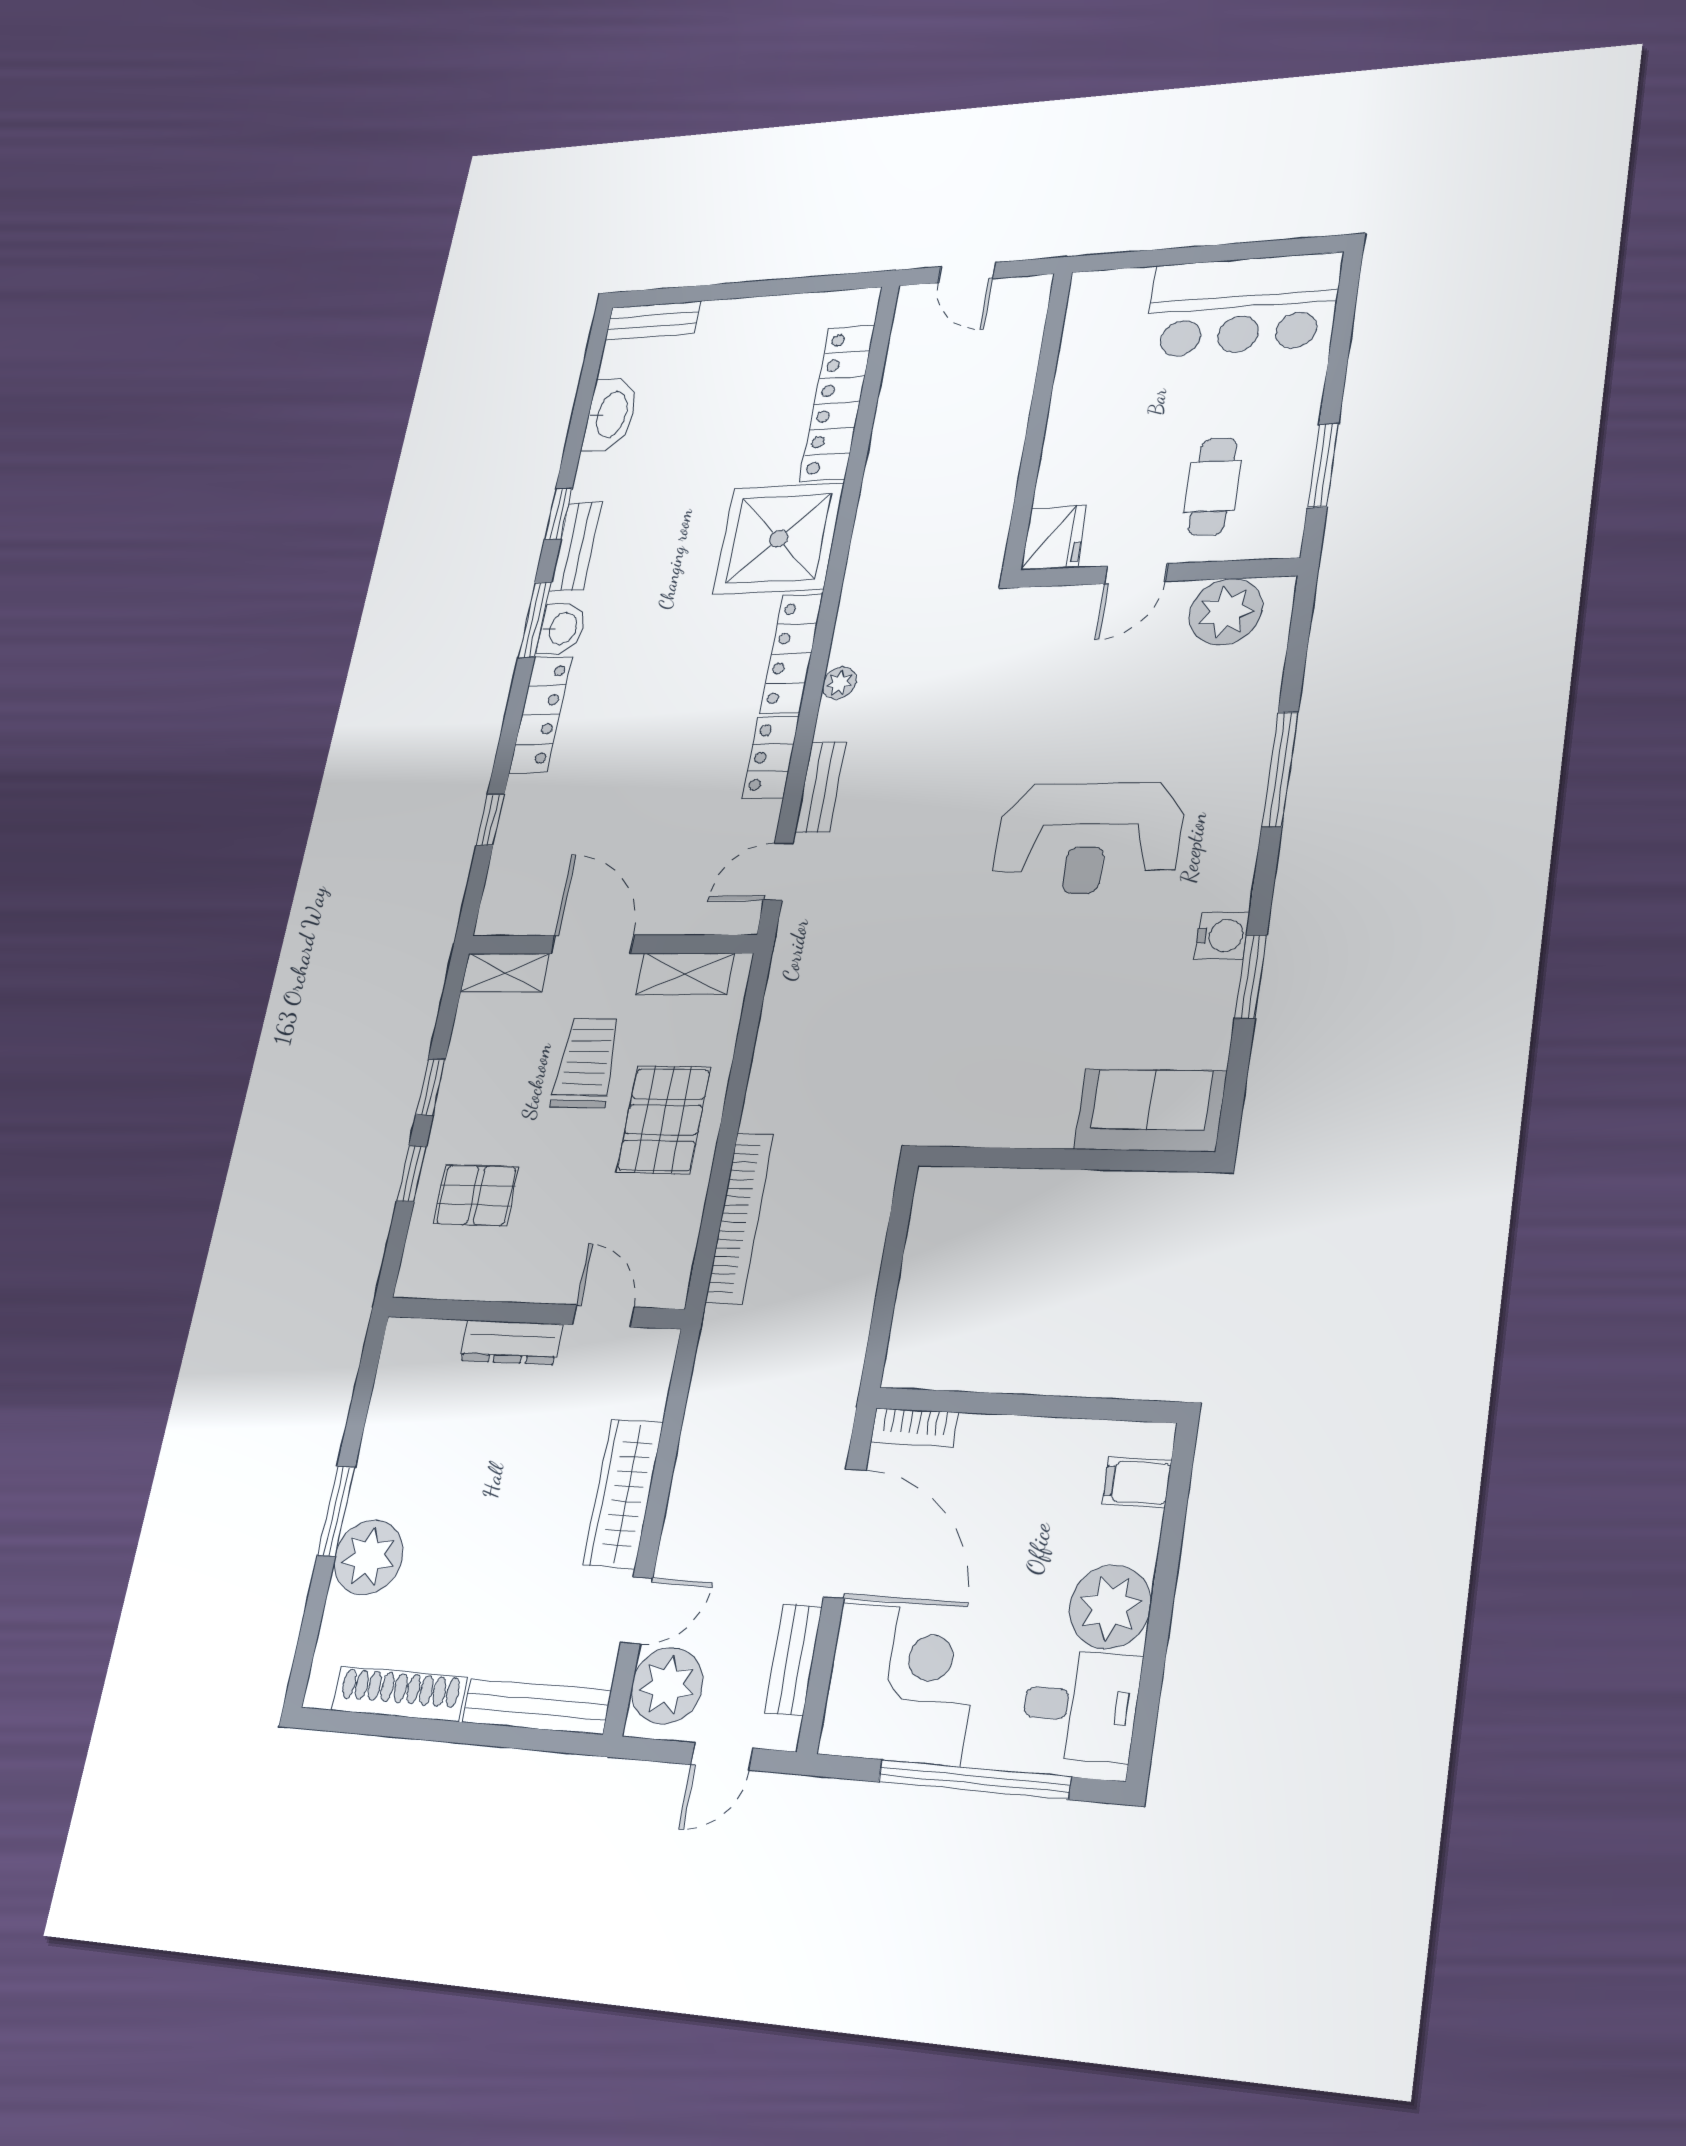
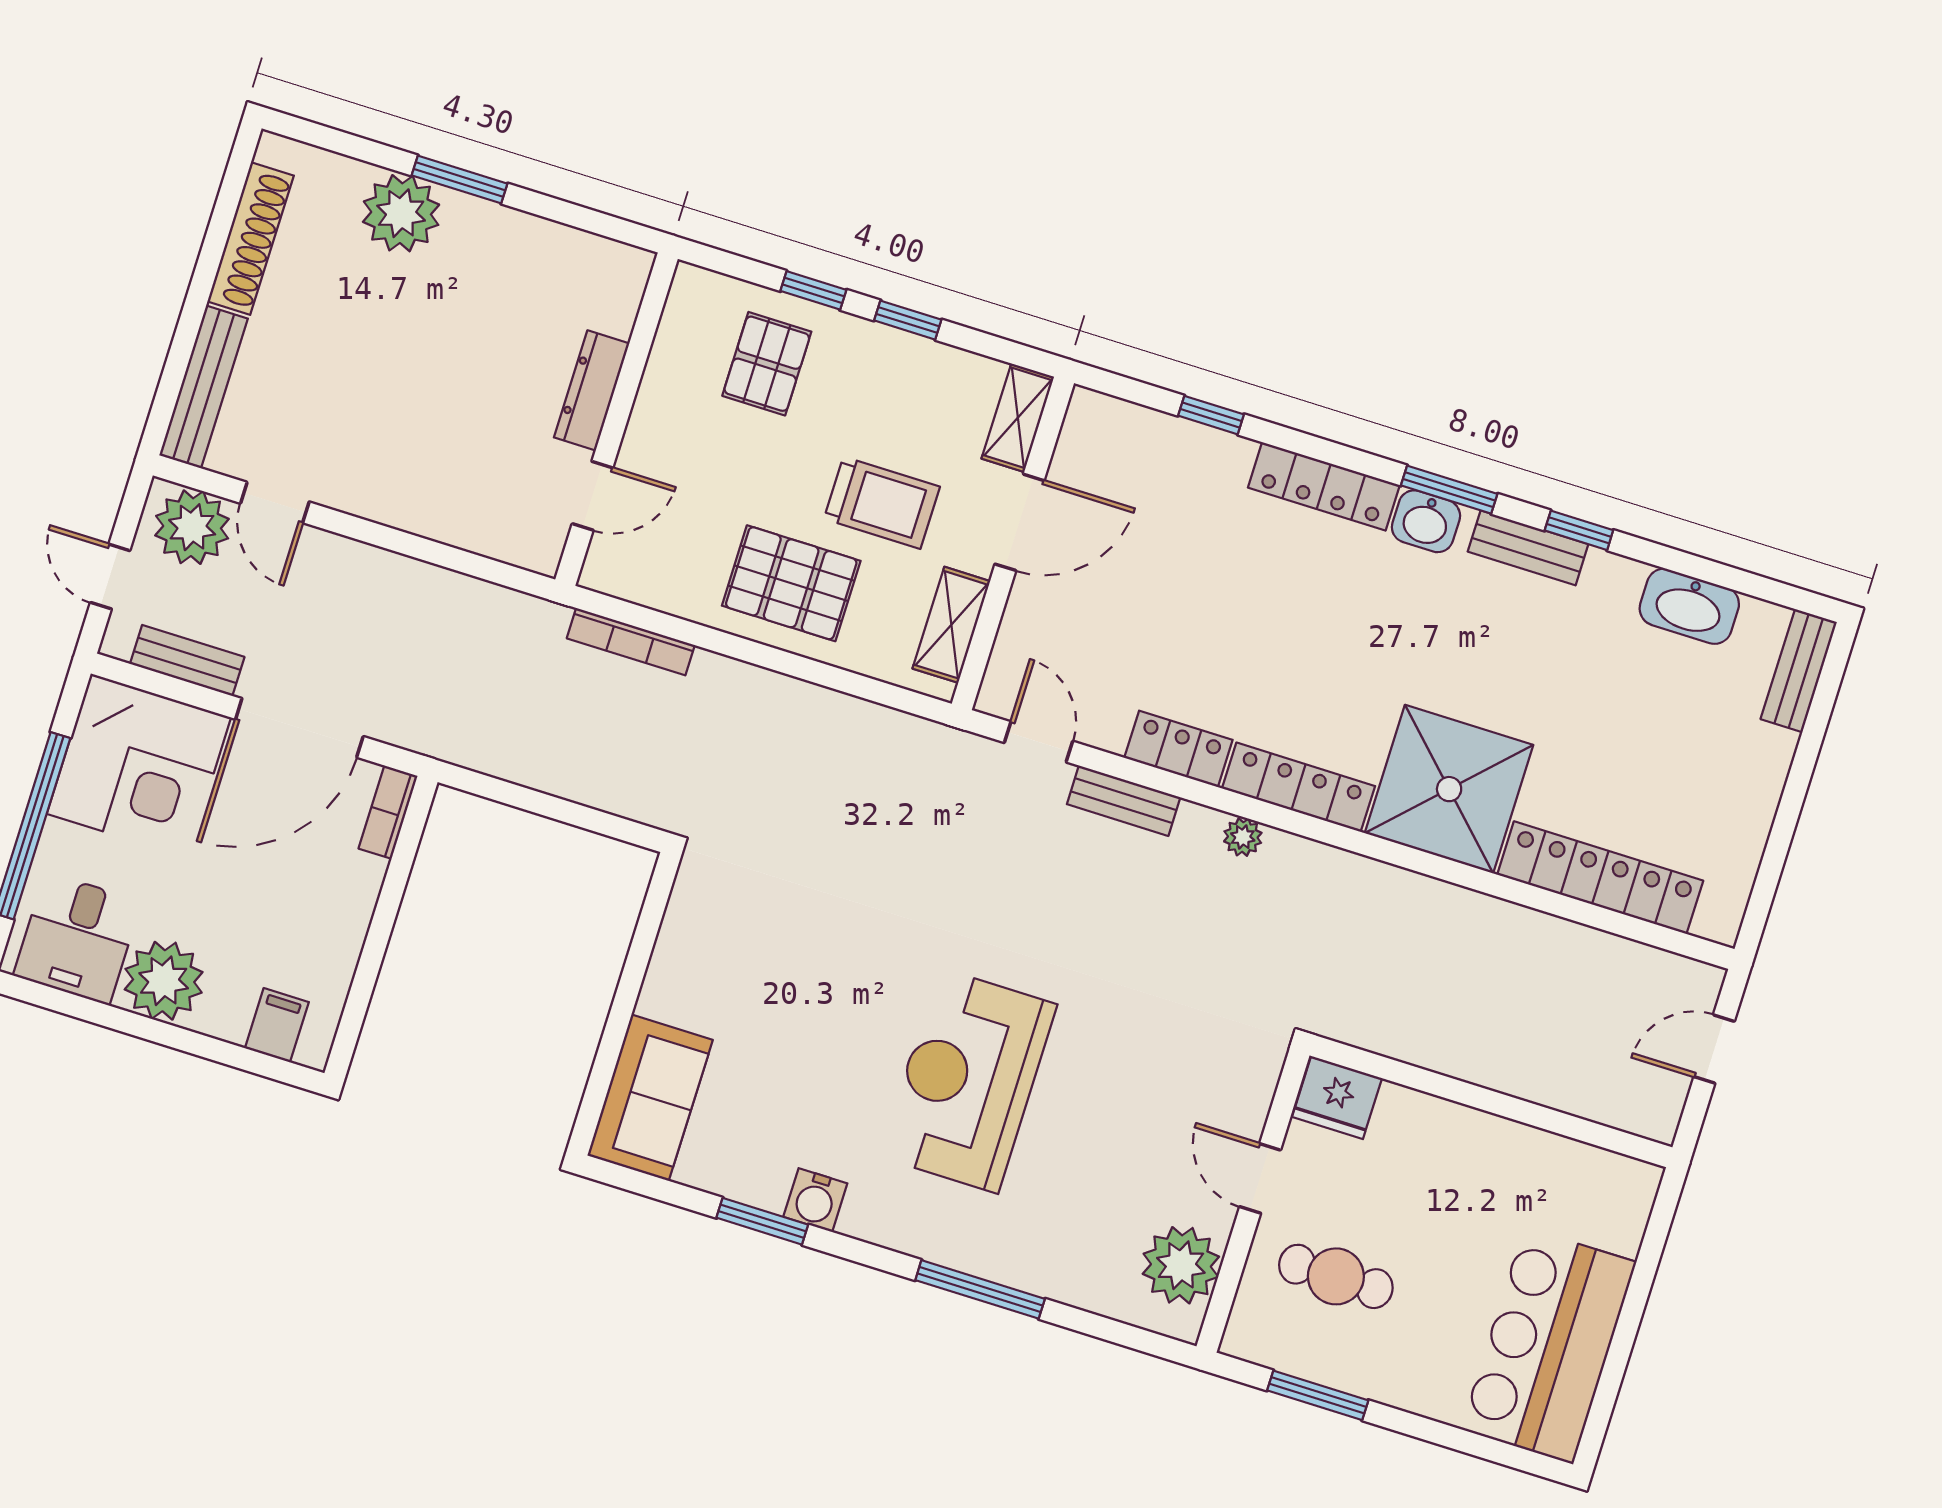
bookcase: (740, 1218) -> (631, 642), width x0.68, depth x0.76
wardrobe: (623, 1494) -> (398, 500), removed

